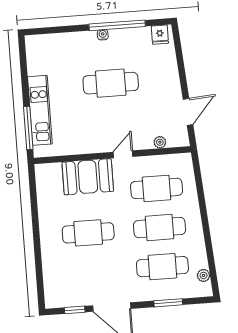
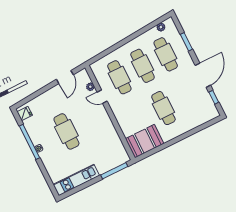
kitchen unit: (40, 110) -> (76, 180), moved
door: (188, 112) -> (65, 77), swing flipped
door: (123, 154) -> (102, 97), moved
booth: (88, 177) -> (145, 141), moved, turned 90

